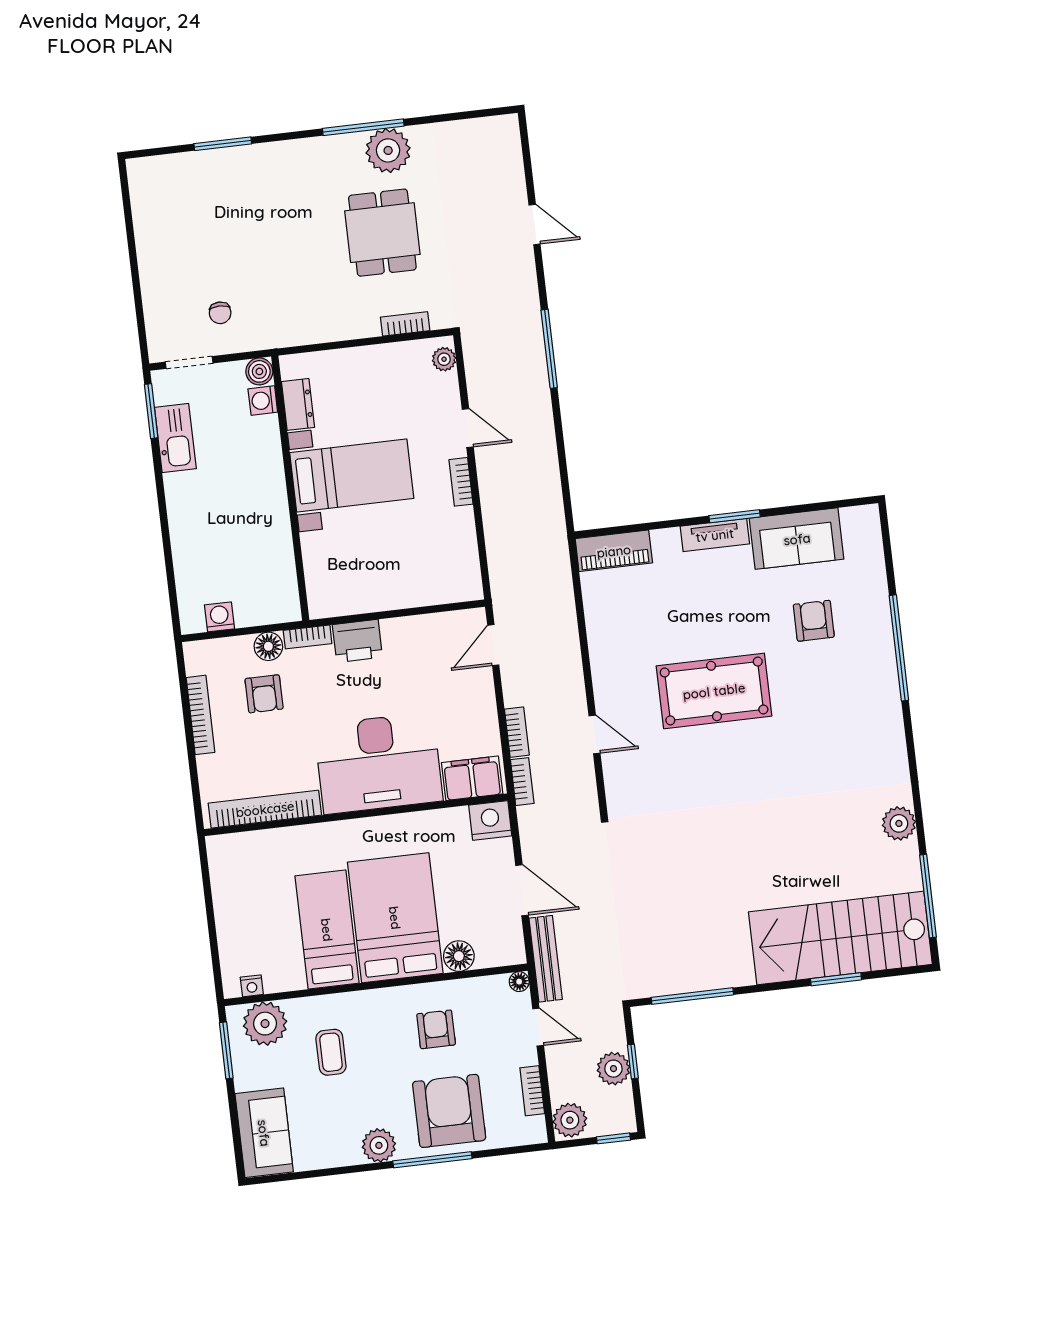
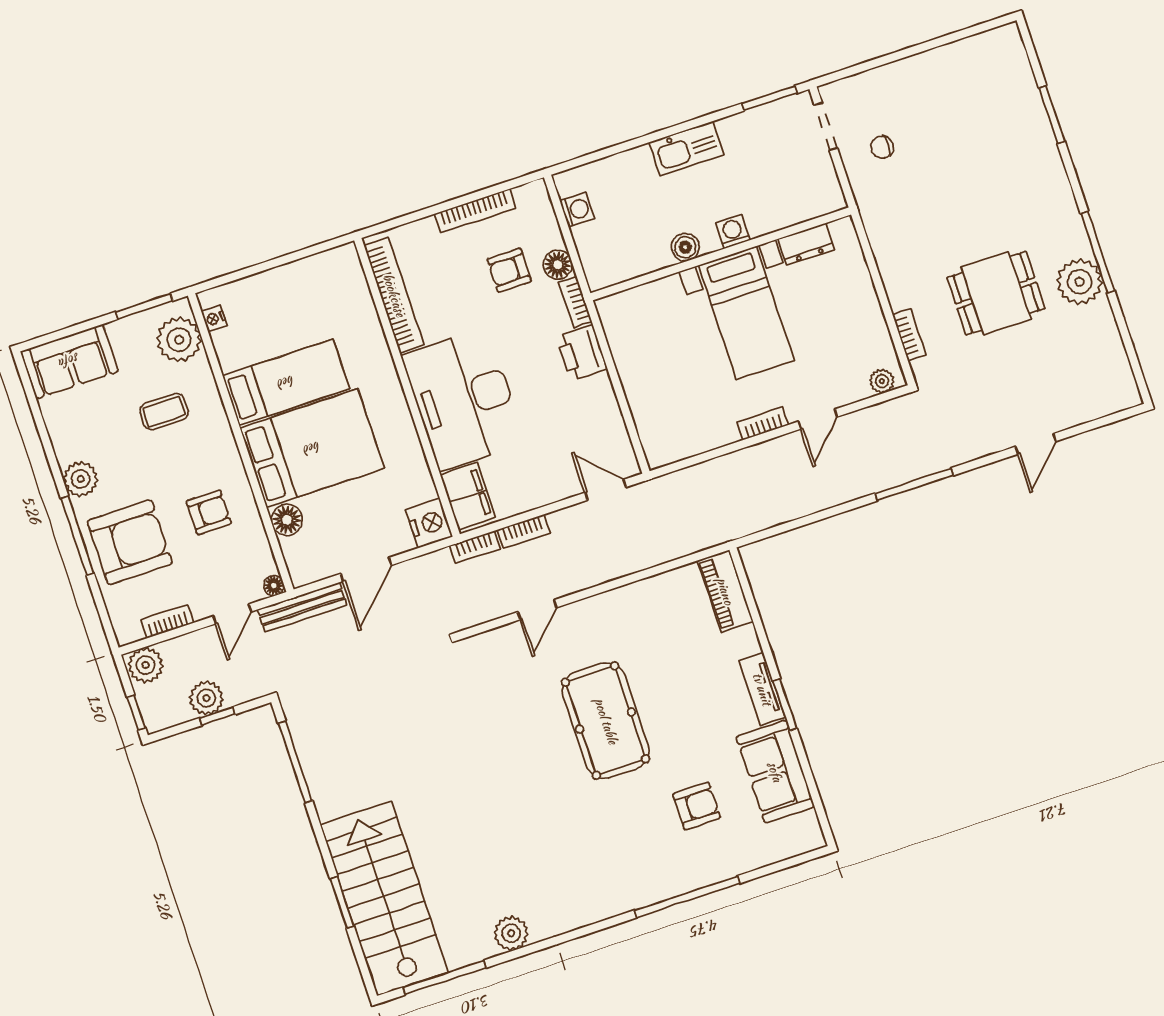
boiler: (259, 371) -> (685, 247), moved
washing machine: (263, 401) -> (733, 231), moved
kitchen sink: (175, 438) -> (686, 149), moved

